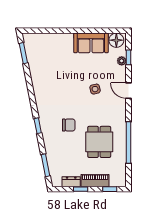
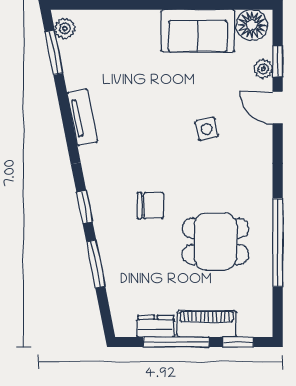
plant: (28, 42) -> (65, 28), added
tv unit: (37, 84) -> (82, 117), added
door: (128, 91) -> (278, 108), moved
dining table: (99, 142) -> (215, 241), turned 90
window: (45, 165) -> (96, 264), moved
window: (81, 189) -> (176, 342), width x2.17

